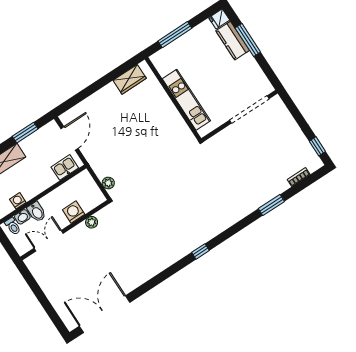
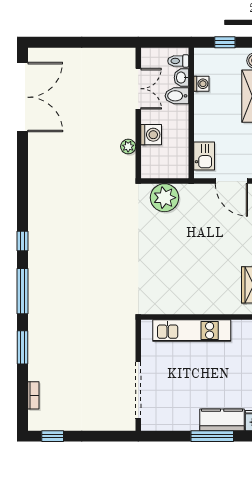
plant: (108, 183) -> (164, 198), width x1.88, depth x1.88
window: (234, 230) -> (23, 291), added

